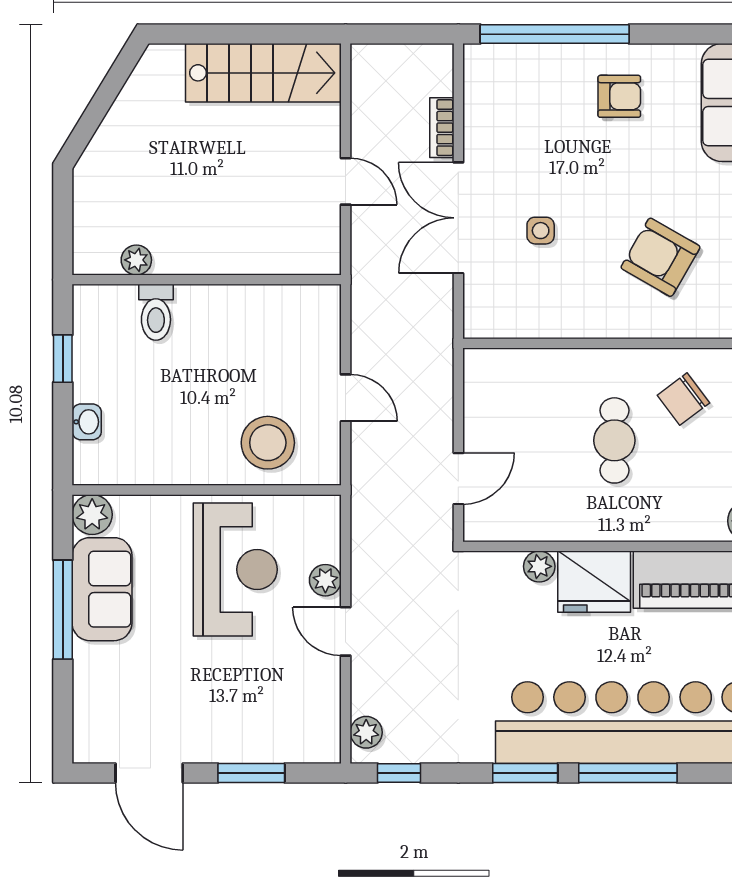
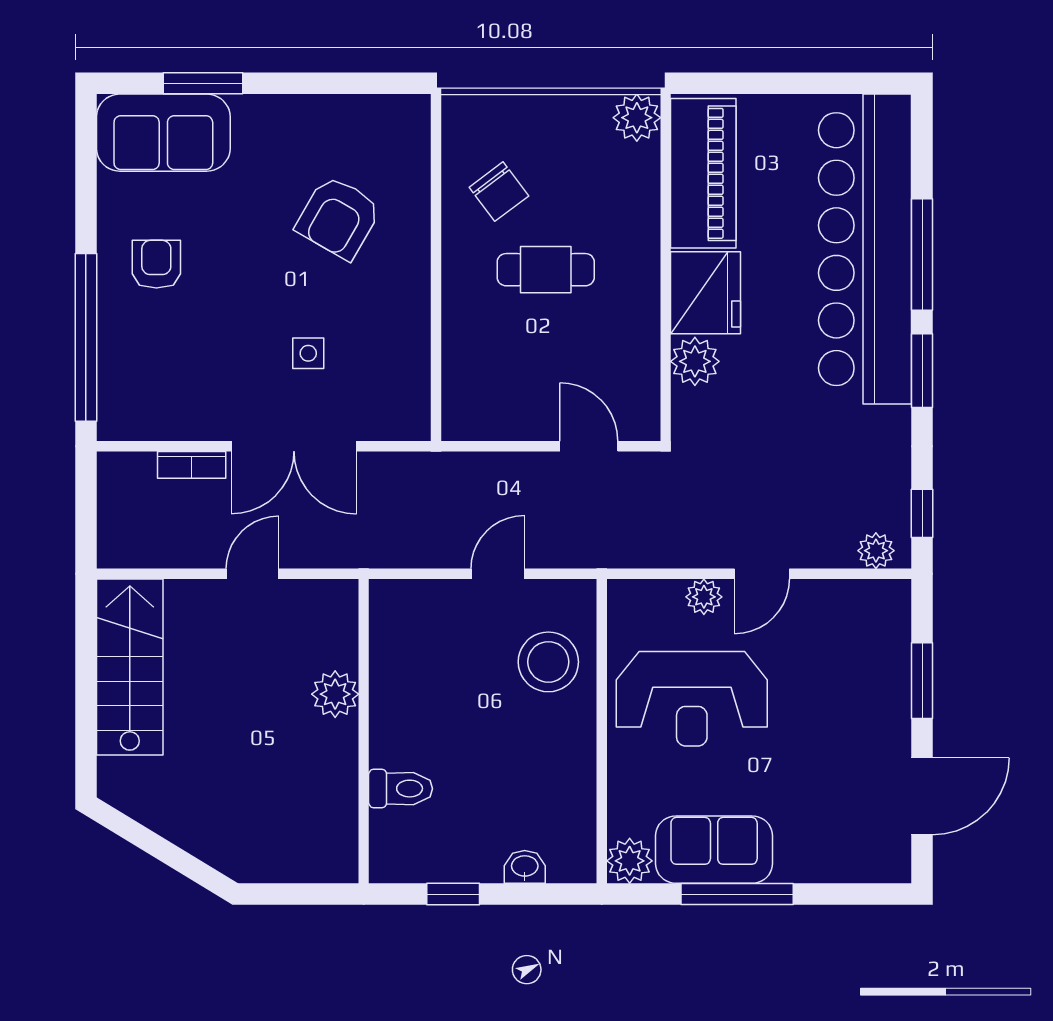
plant: (136, 260) -> (335, 694), moved, width x1.38, depth x1.38
plant: (539, 566) -> (695, 361), width x1.38, depth x1.38
reception desk: (235, 570) -> (692, 699), turned 180

